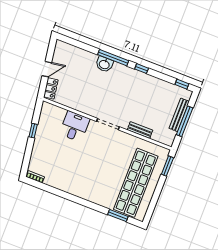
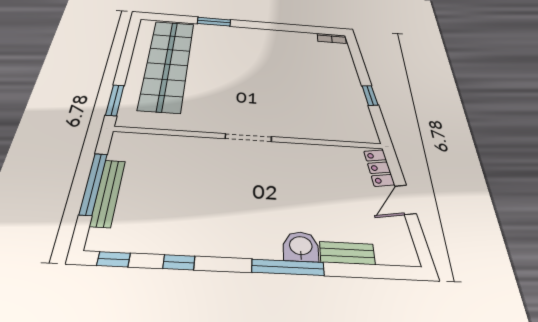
window: (142, 69) -> (179, 262), moved
desk: (75, 126) -> (306, 119), removed
bench: (140, 130) -> (347, 253), moved
window: (118, 215) -> (214, 22), moved

